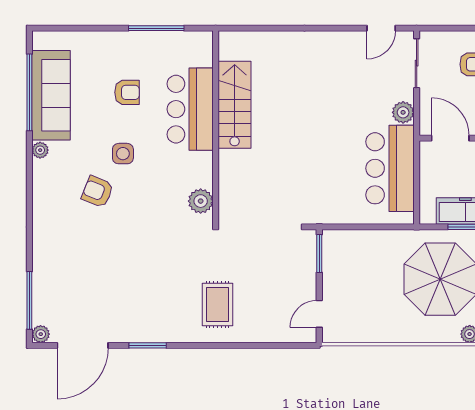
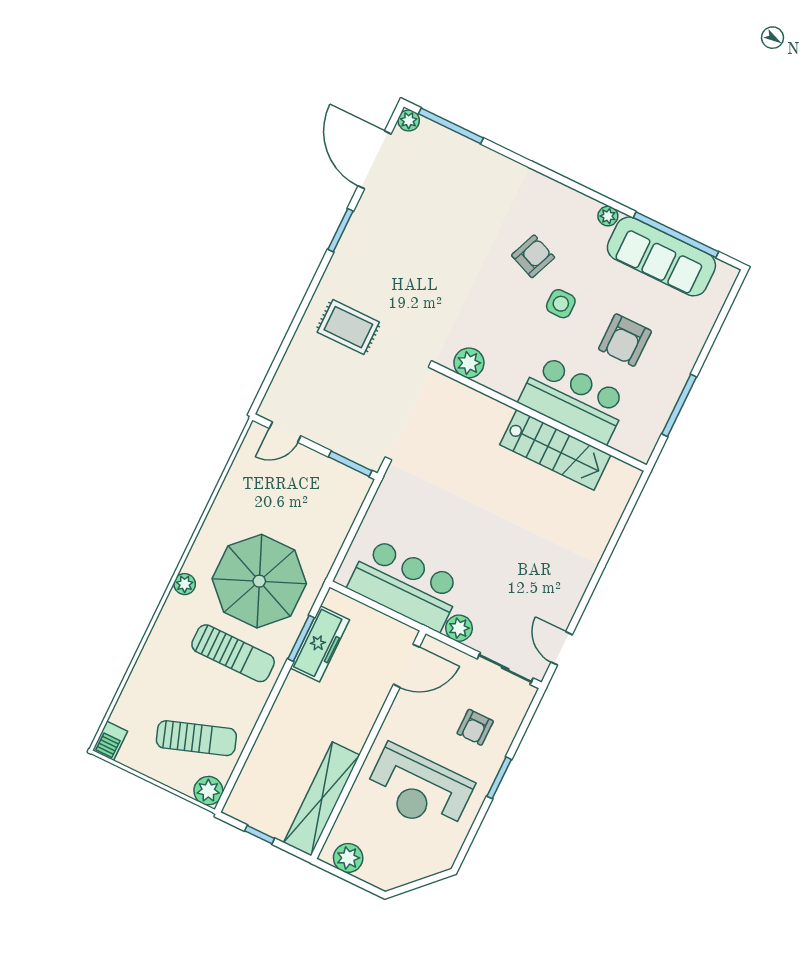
armchair: (127, 92) -> (625, 340), width x1.38, depth x1.38
door: (319, 314) -> (285, 432), swing flipped

